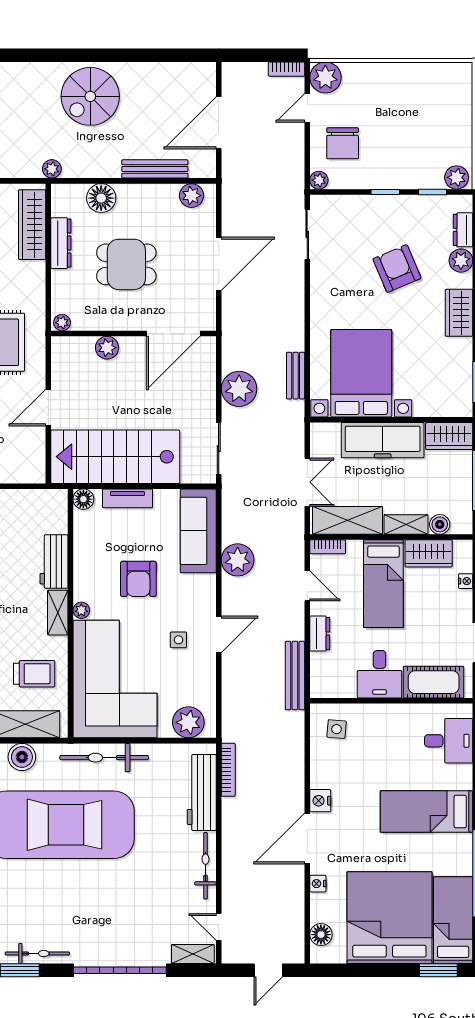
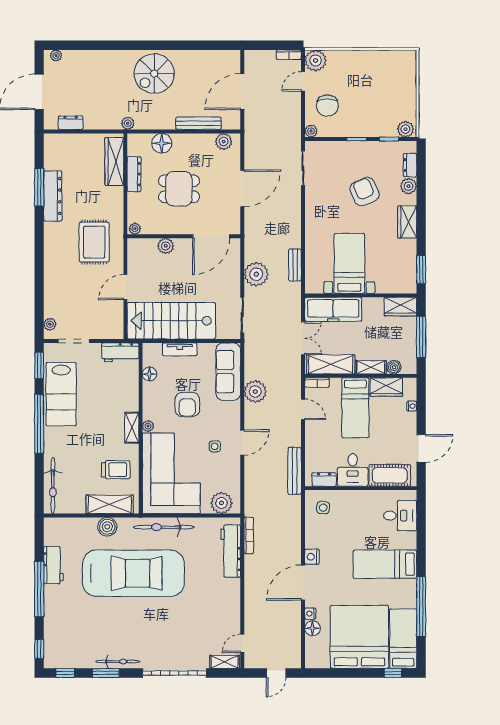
bed with nightstands: (361, 373) -> (349, 263), width x0.73
freezer: (383, 440) -> (333, 309), moved
floor lamp: (83, 499) -> (149, 374), moved
workbench: (54, 561) -> (120, 352), moved, turned -90
dresser: (320, 634) -> (324, 480), moved, turned -90
bicycle: (205, 866) -> (233, 601), removed
door: (219, 927) -> (242, 643), hinge flipped
floor lamp: (321, 935) -> (312, 628), moved
window: (438, 970) -> (393, 673), width x0.67

